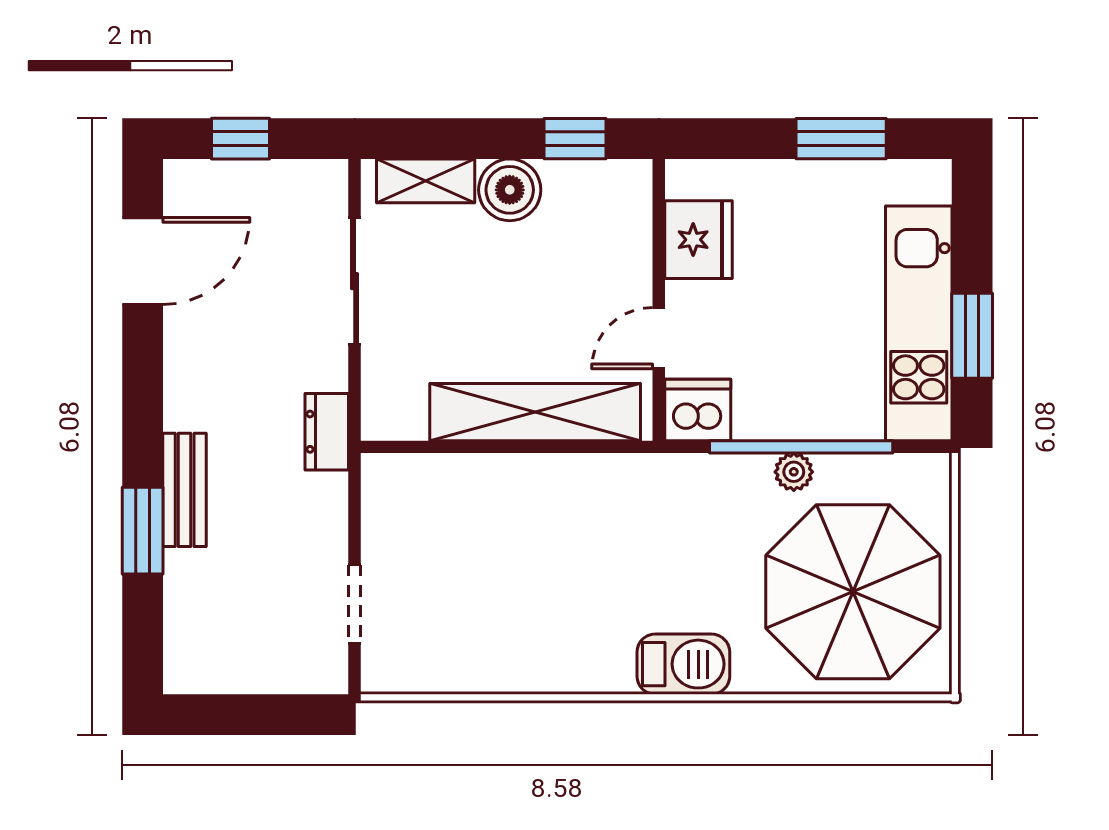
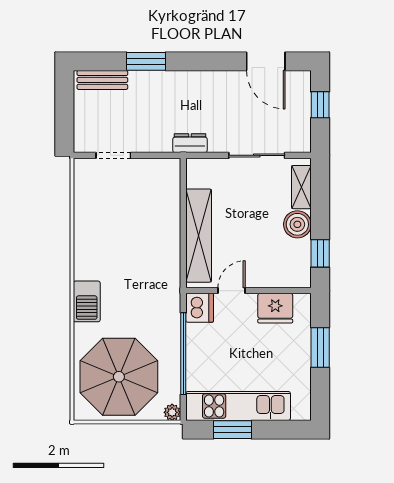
window: (841, 139) -> (320, 347), moved
door: (659, 338) -> (232, 291), hinge flipped
plant: (794, 472) -> (172, 412), moved
bench: (185, 490) -> (102, 80), moved

